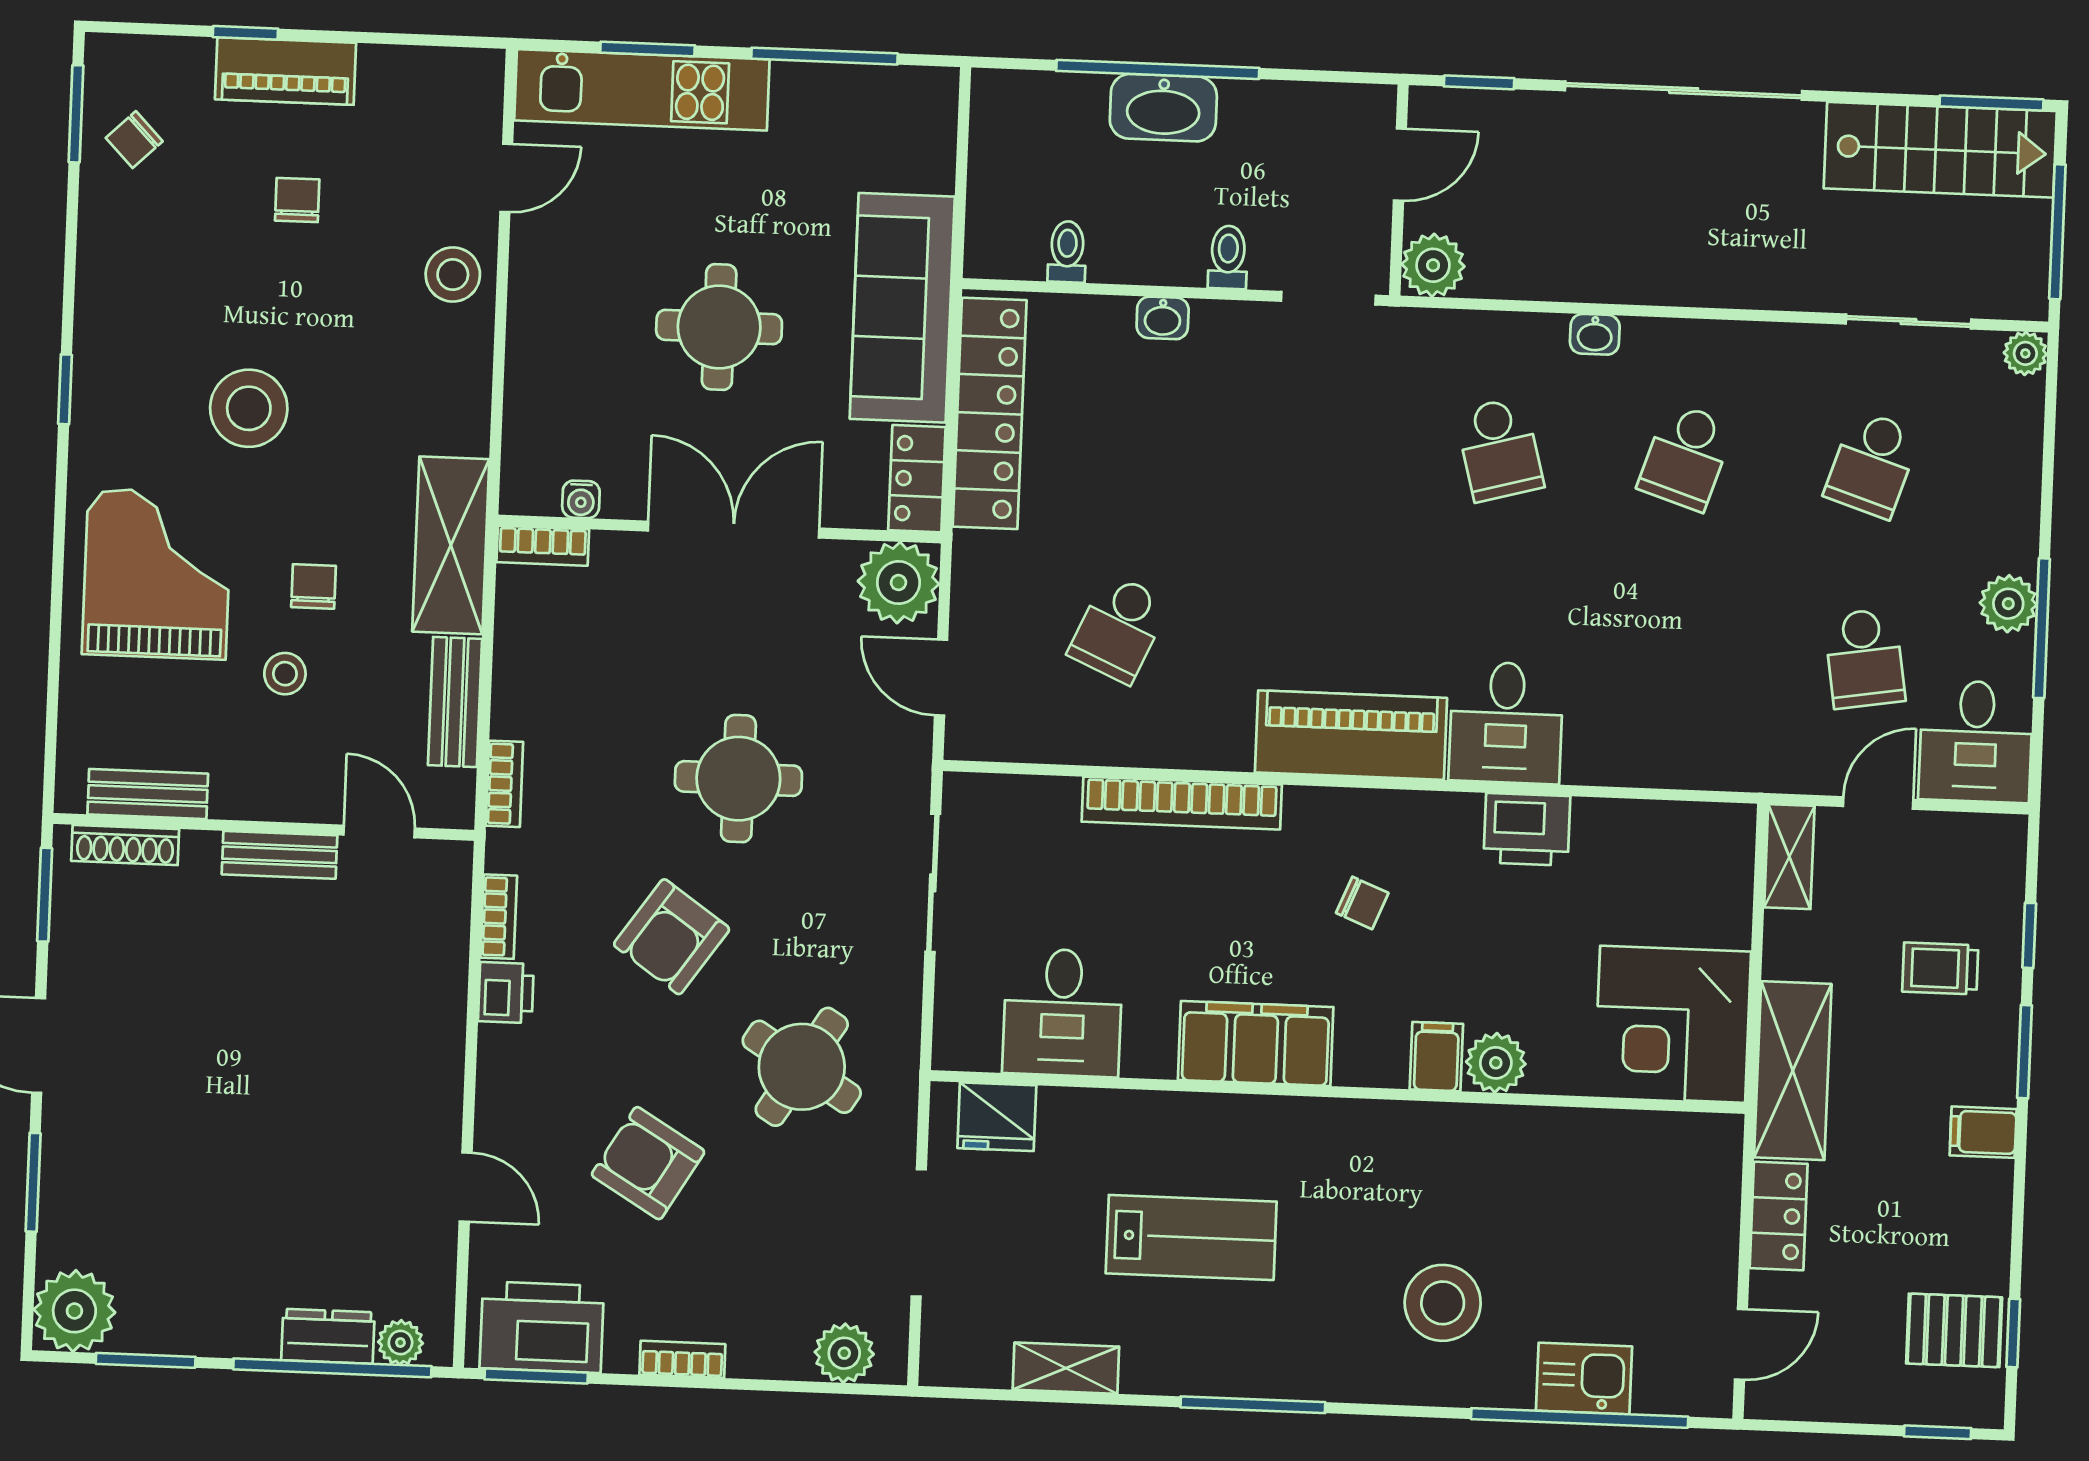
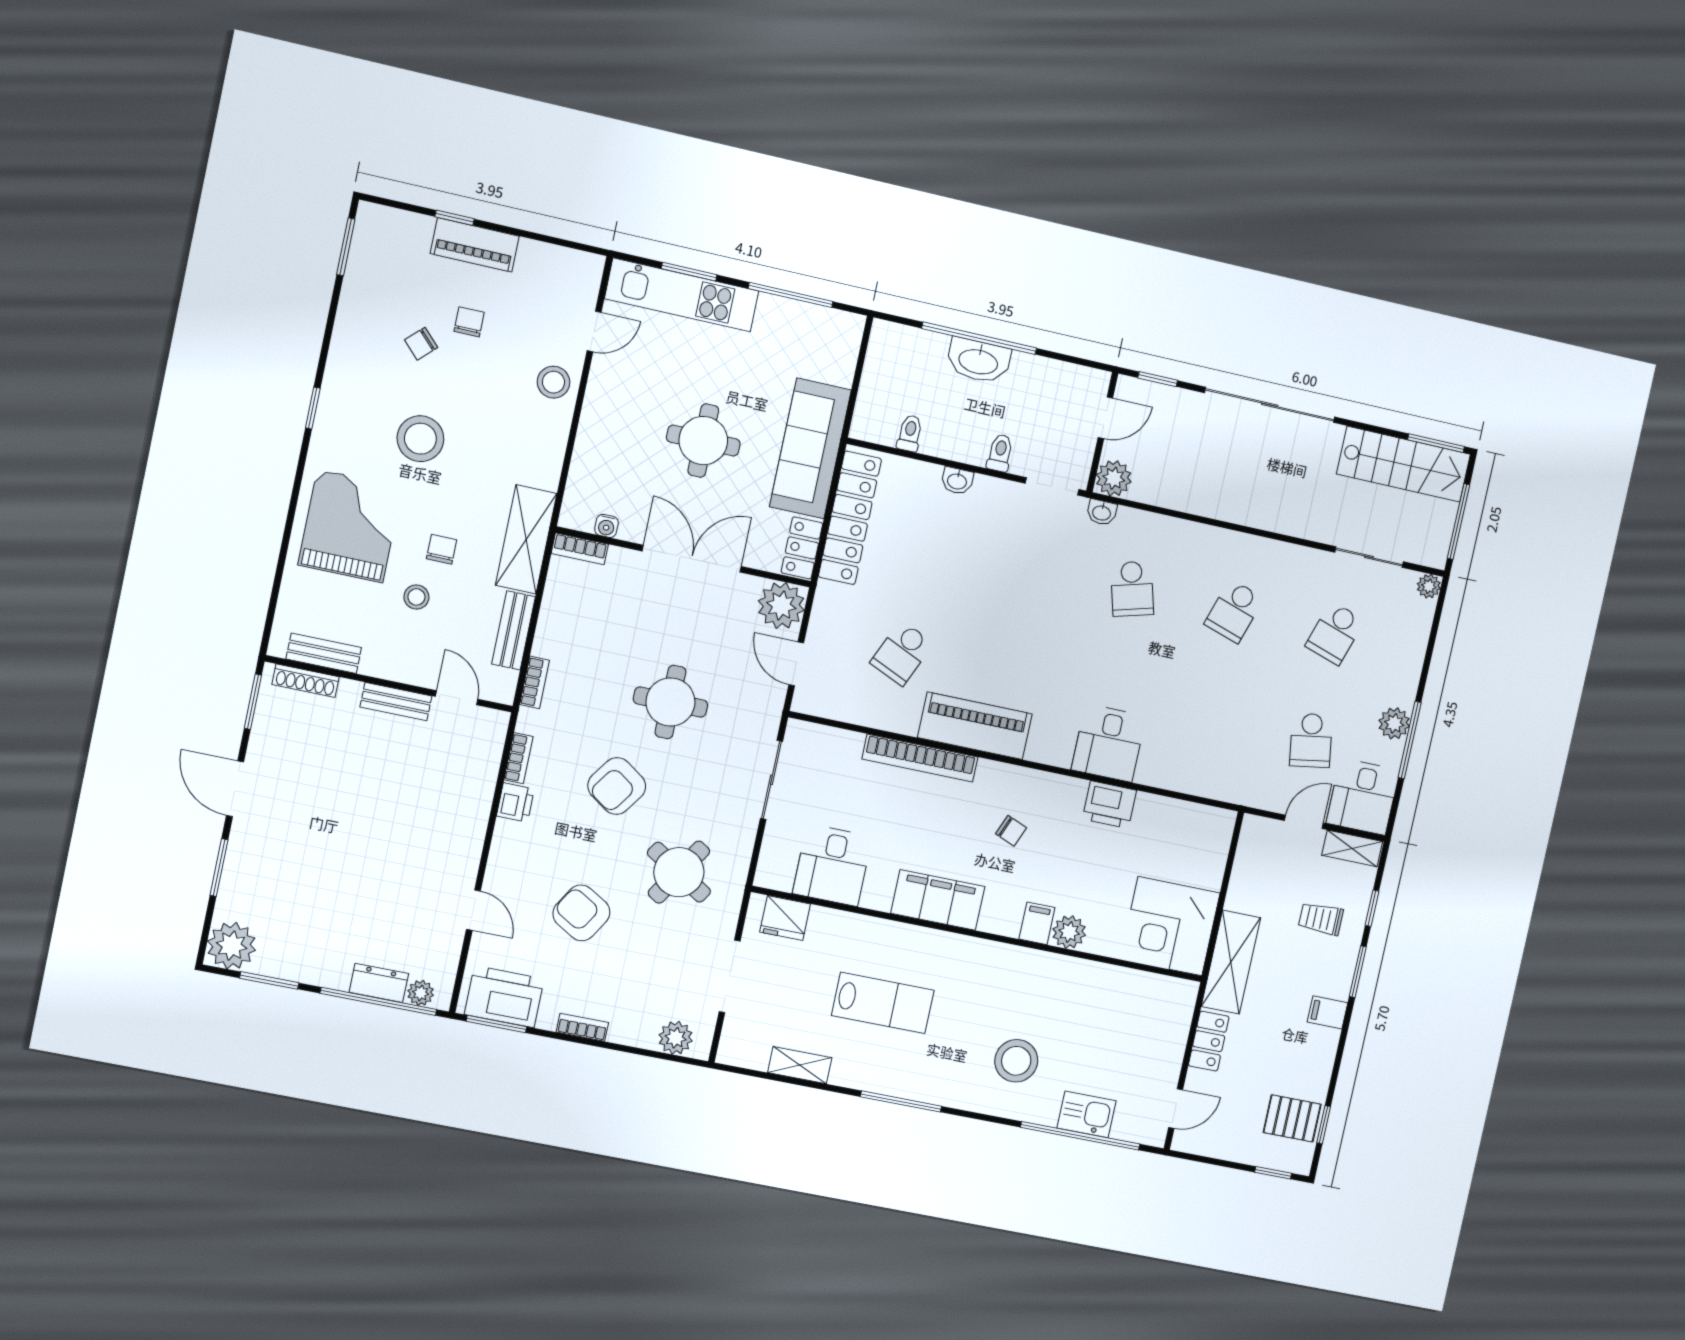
chair: (134, 140) -> (421, 344), moved
washbasin: (1595, 334) -> (1102, 512), moved
piano: (1351, 735) -> (975, 726), moved
shelving: (1789, 857) -> (1352, 848), moved, turned 90

